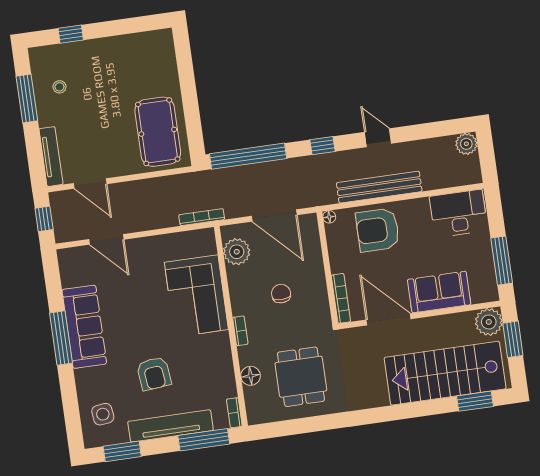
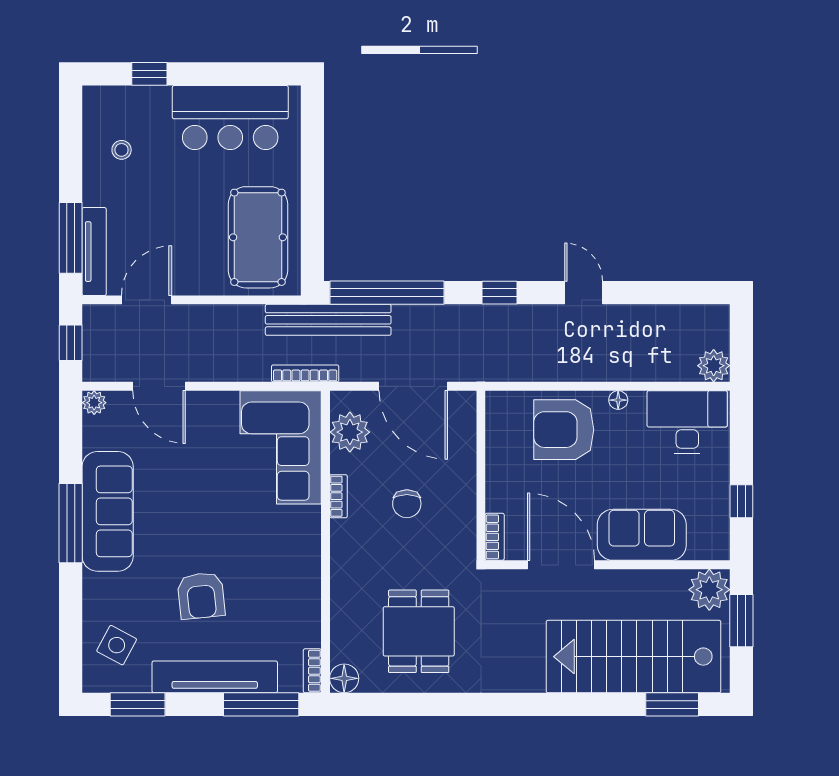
bar counter: (128, 55) -> (230, 118), added
window: (27, 98) -> (71, 238), moved
plant: (466, 144) -> (714, 366), moved
door: (90, 184) -> (147, 300), swing flipped
bench: (379, 187) -> (328, 320), moved
floor lamp: (329, 217) -> (618, 400), moved
plant: (65, 256) -> (94, 403), added
window: (502, 261) -> (741, 501), width x0.46
chair: (281, 294) -> (407, 504), turned 180
corner sofa: (196, 296) -> (281, 447), moved
bookcase: (341, 298) -> (495, 537), width x0.64
bookcase: (240, 331) -> (338, 496), moved
floor lamp: (251, 376) -> (344, 678), moved
side table: (103, 414) -> (117, 645), turned 35

